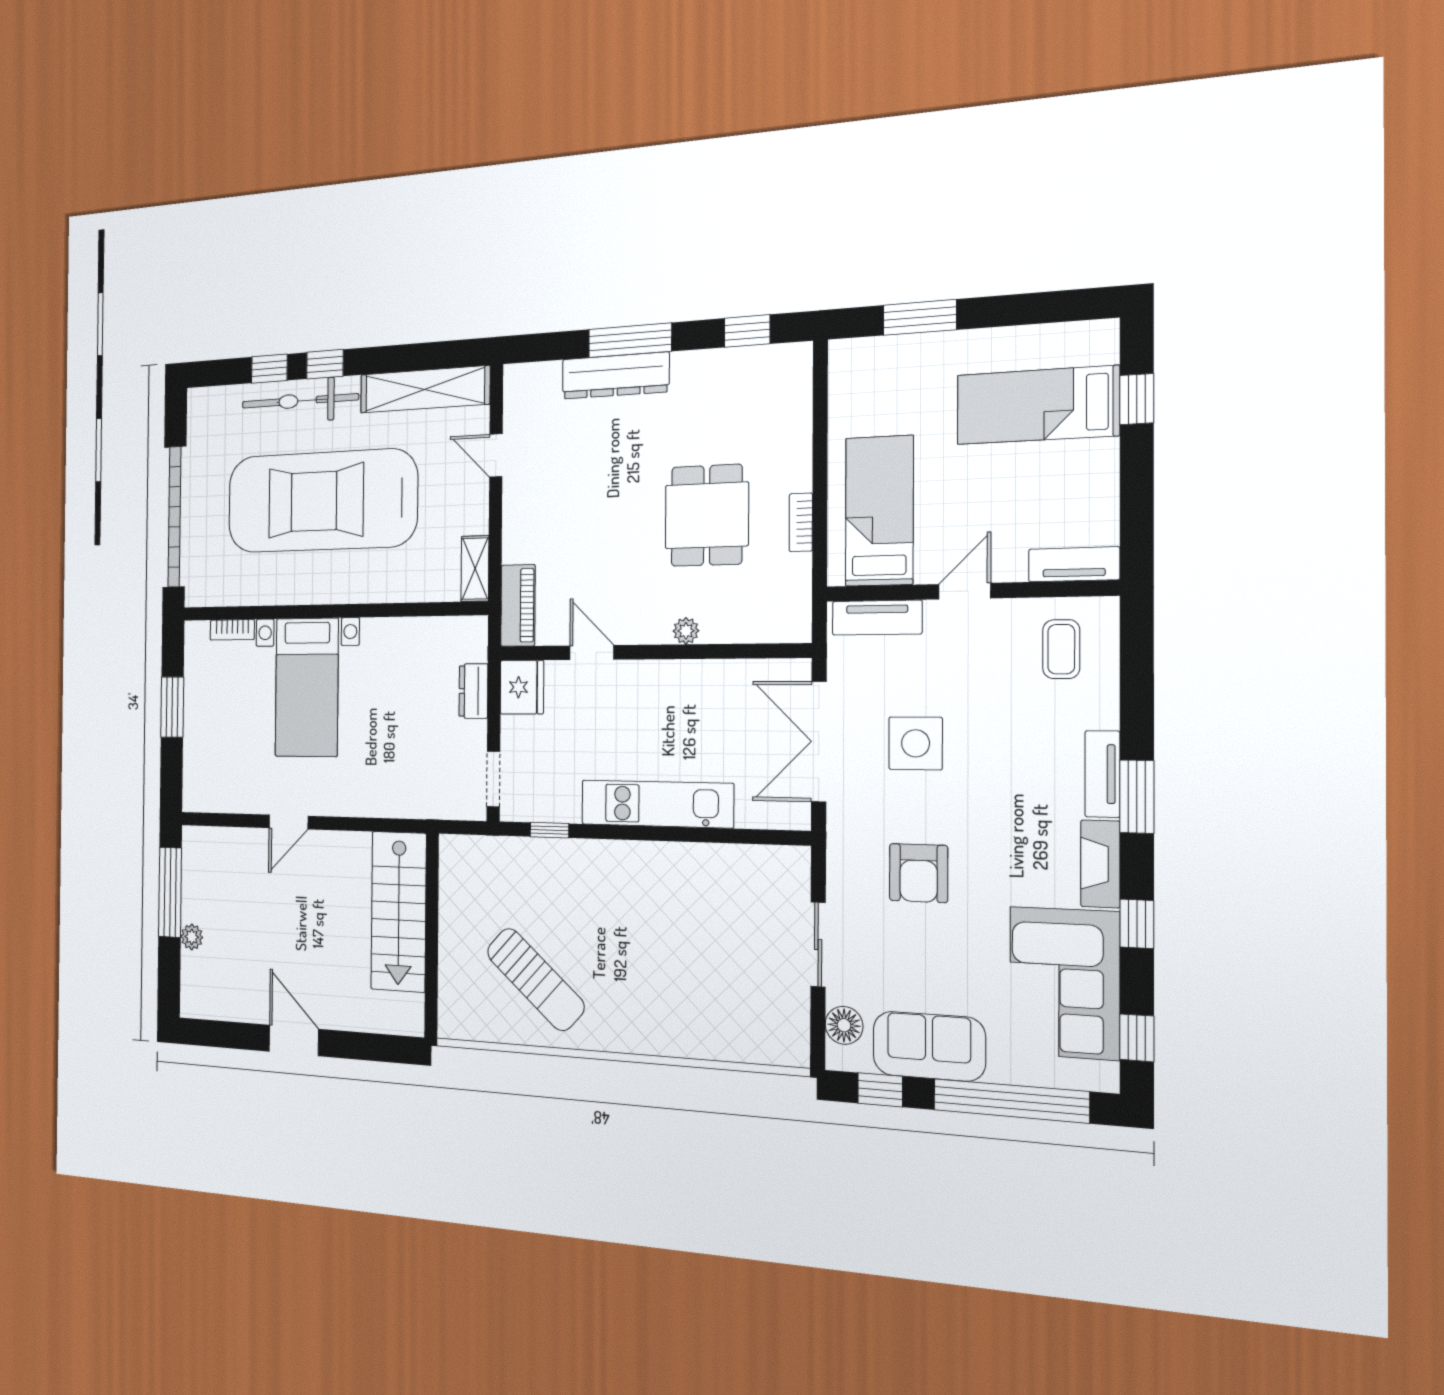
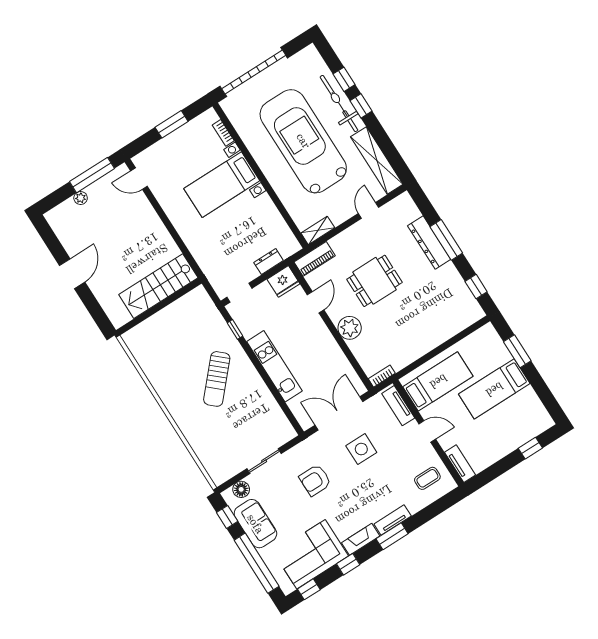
bed: (1037, 405) -> (494, 389), moved, turned -90
dining table: (707, 515) -> (374, 281), moved
bookcase: (801, 522) -> (382, 376), moved
plant: (686, 631) -> (350, 328), width x1.88, depth x1.88
door: (288, 822) -> (139, 179), moved
sun lounger: (536, 979) -> (217, 379), moved

